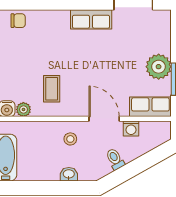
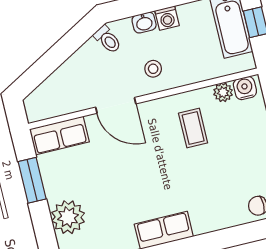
plant: (159, 67) -> (68, 217), moved
washing machine: (131, 129) -> (167, 18), moved, turned 180
toilet: (115, 159) -> (108, 39), moved

